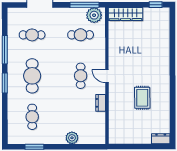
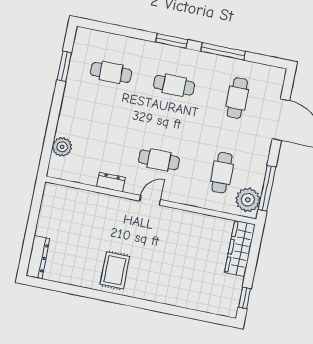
cafe table: (32, 76) -> (174, 85), width x0.73, depth x0.74
rug: (142, 98) -> (115, 270), moved, turned 90
plant: (72, 138) -> (62, 147), moved
dresser: (161, 139) -> (38, 257), width x1.44

